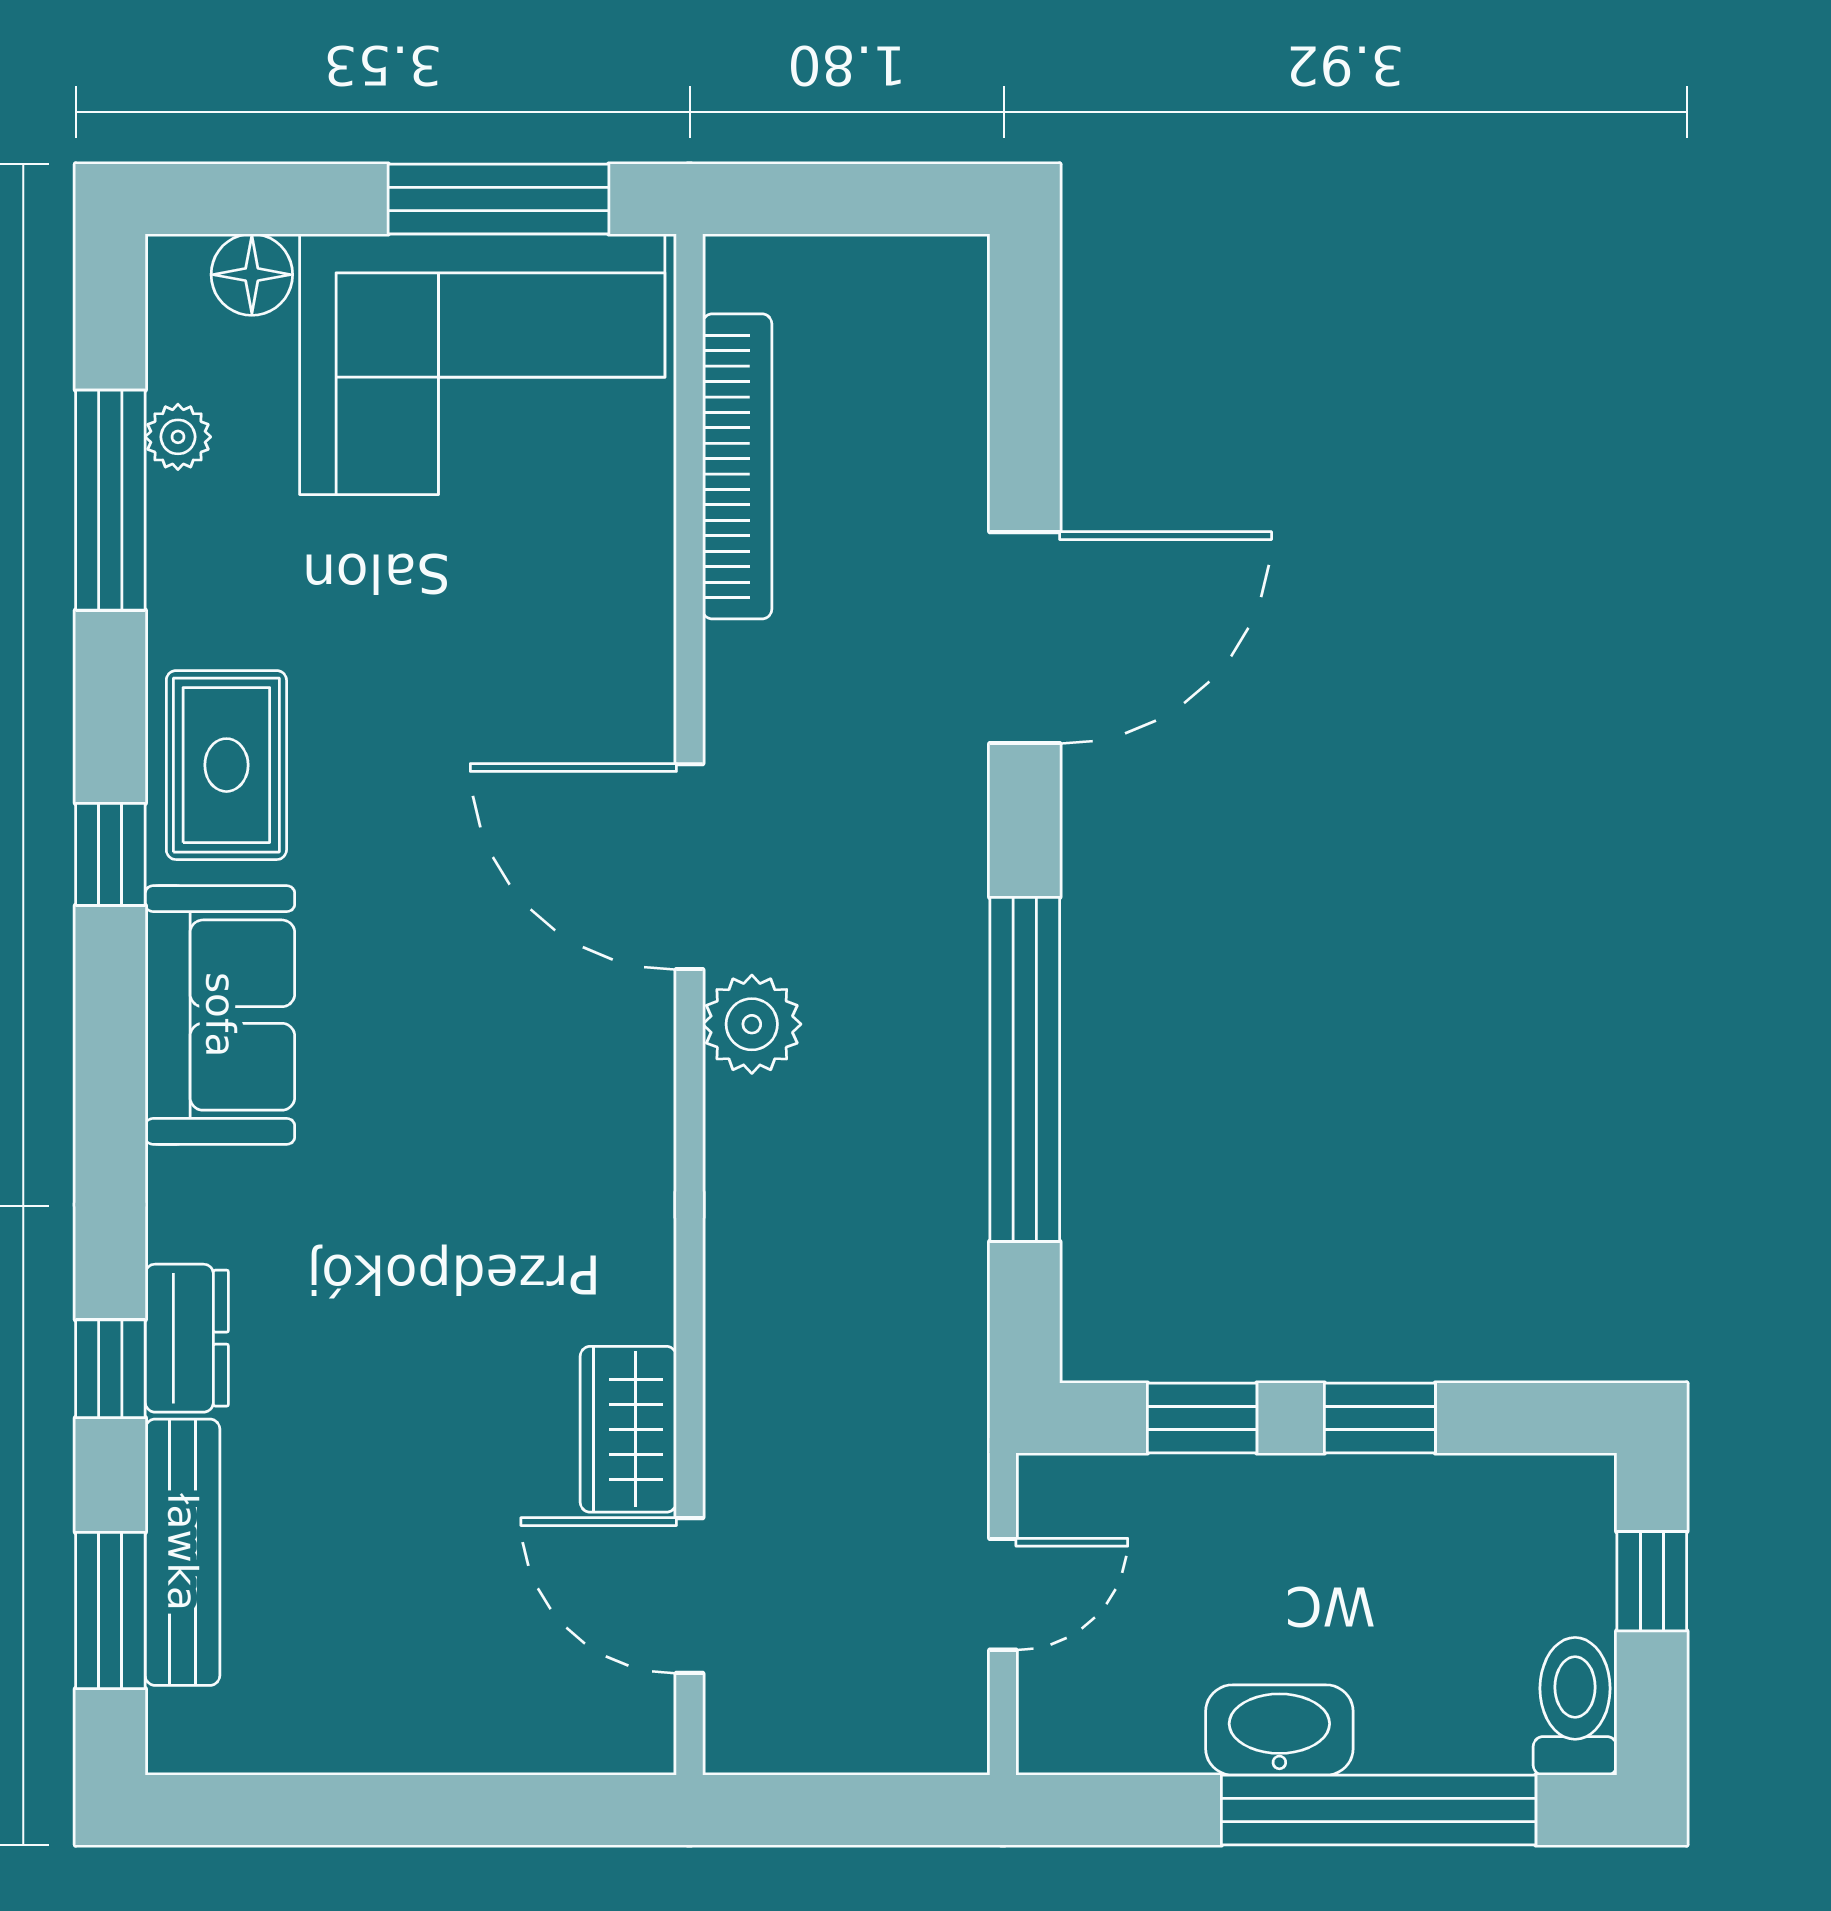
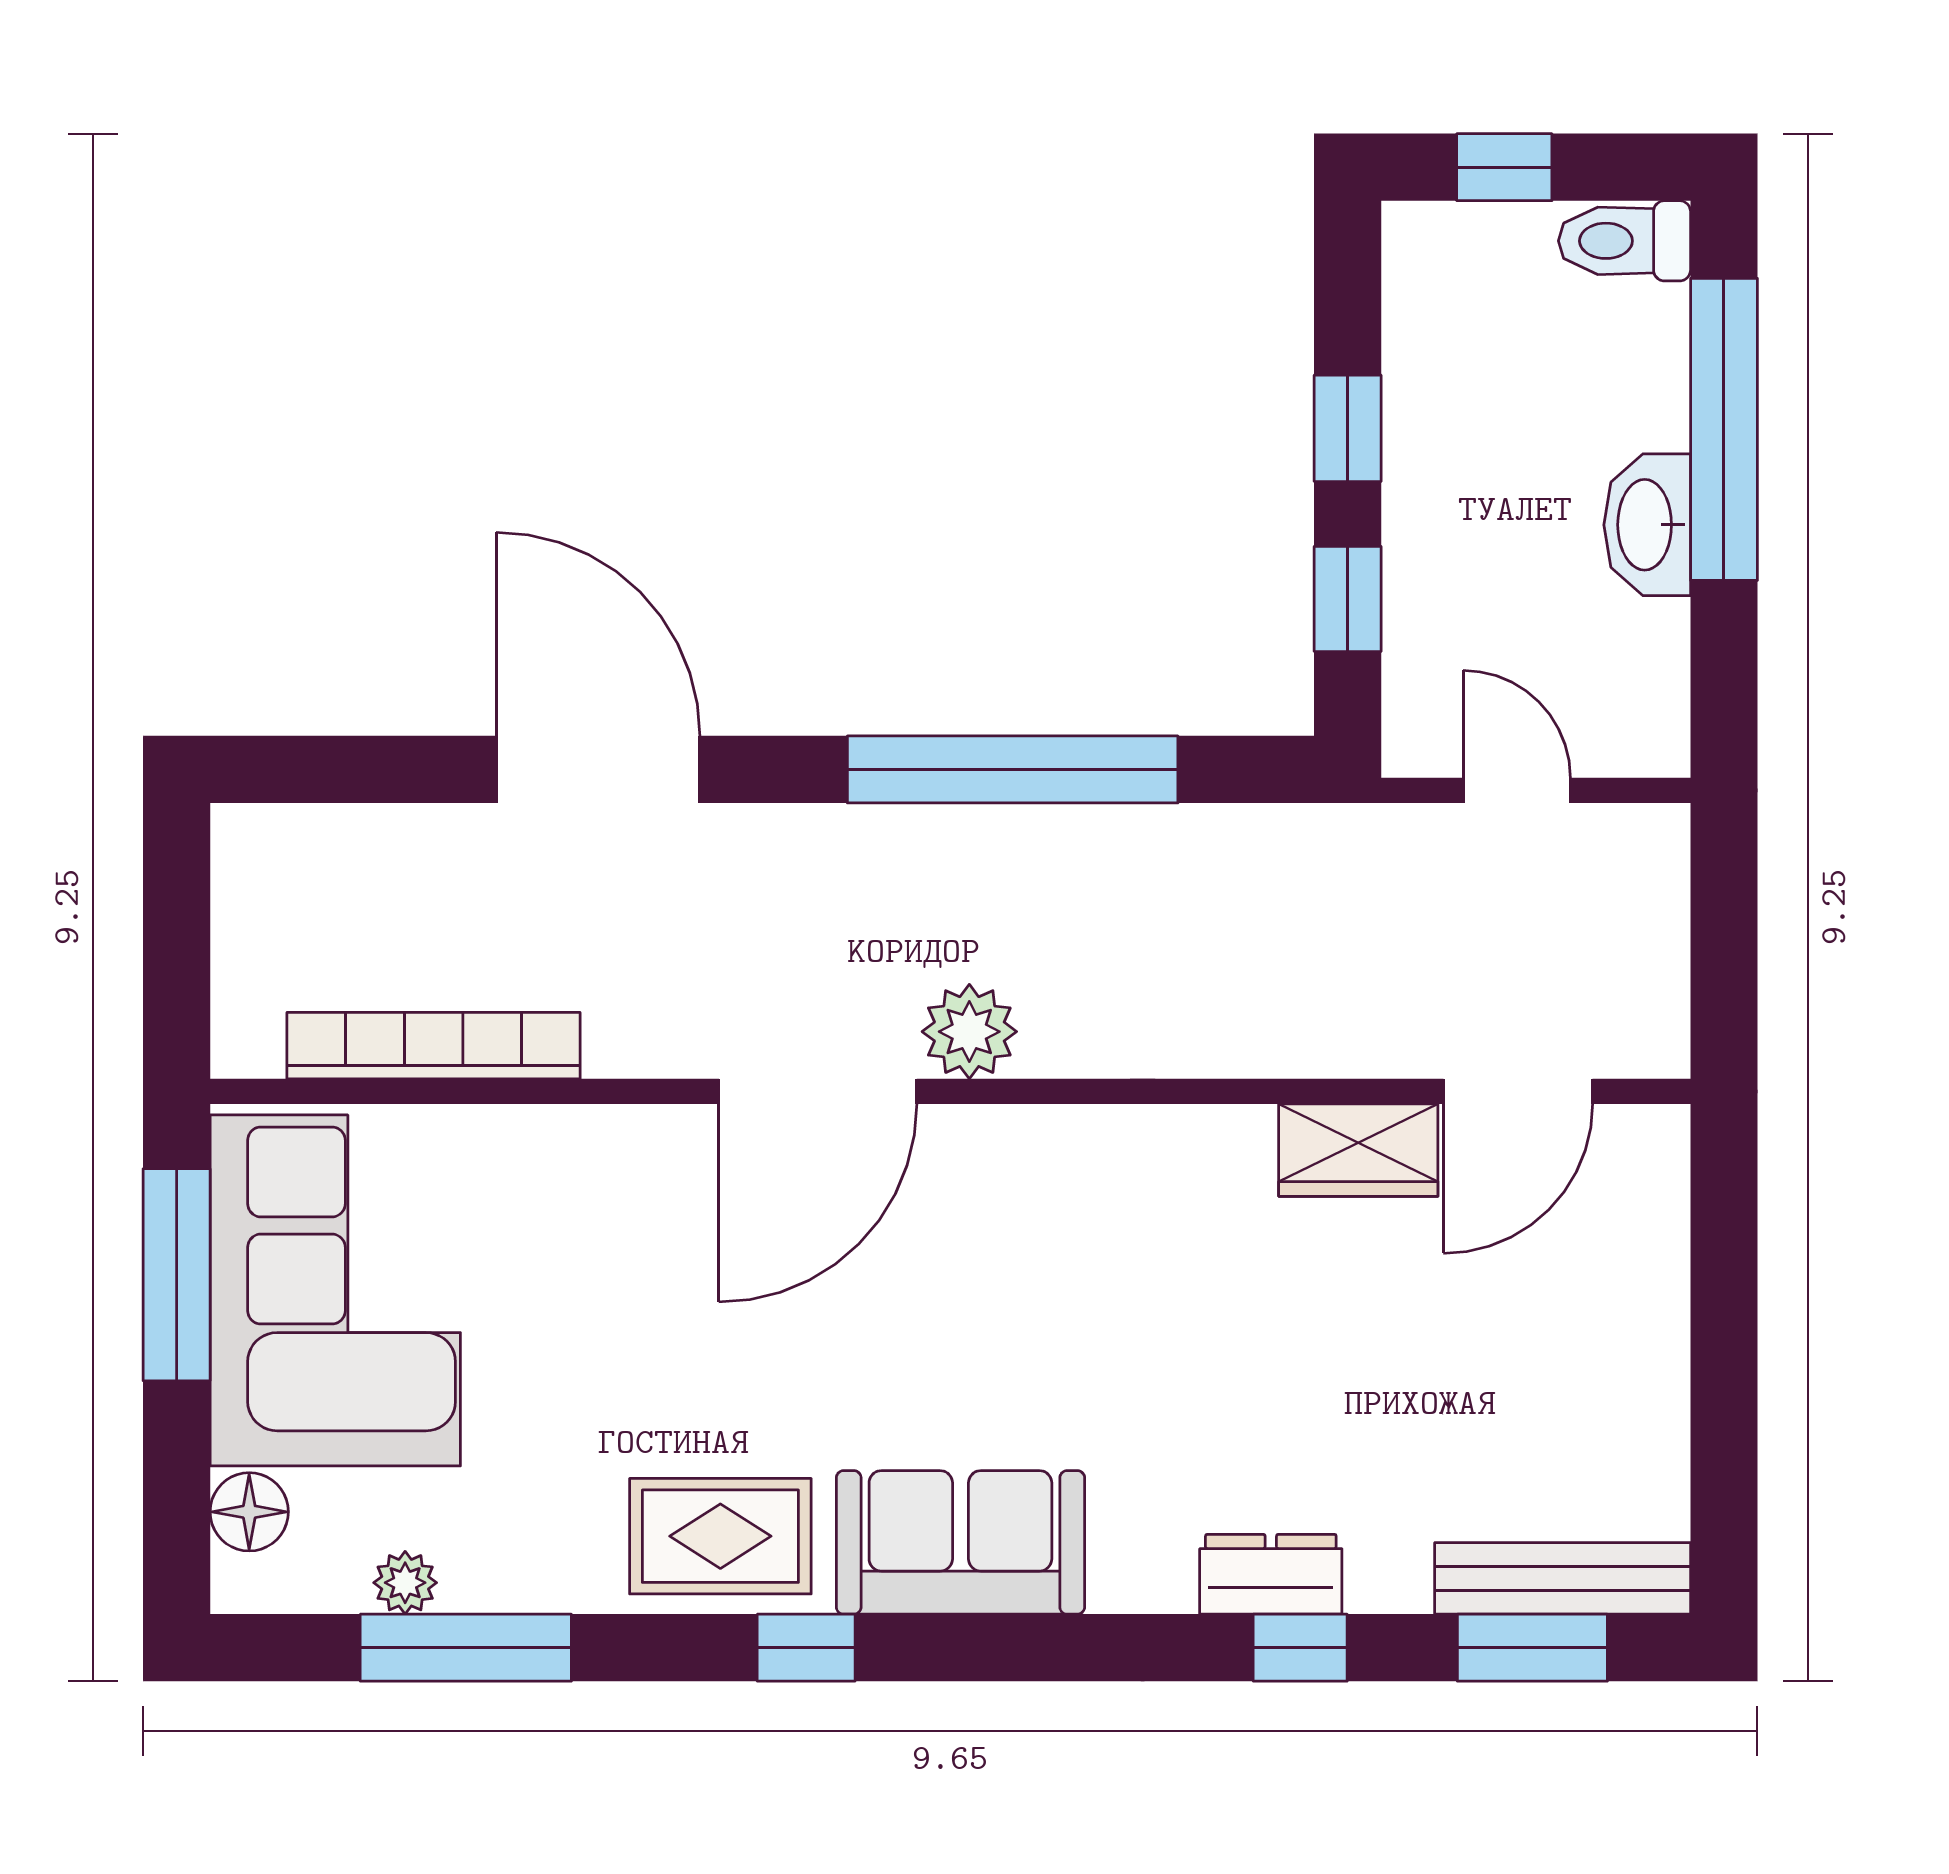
bench: (182, 1552) -> (1563, 1578), moved

